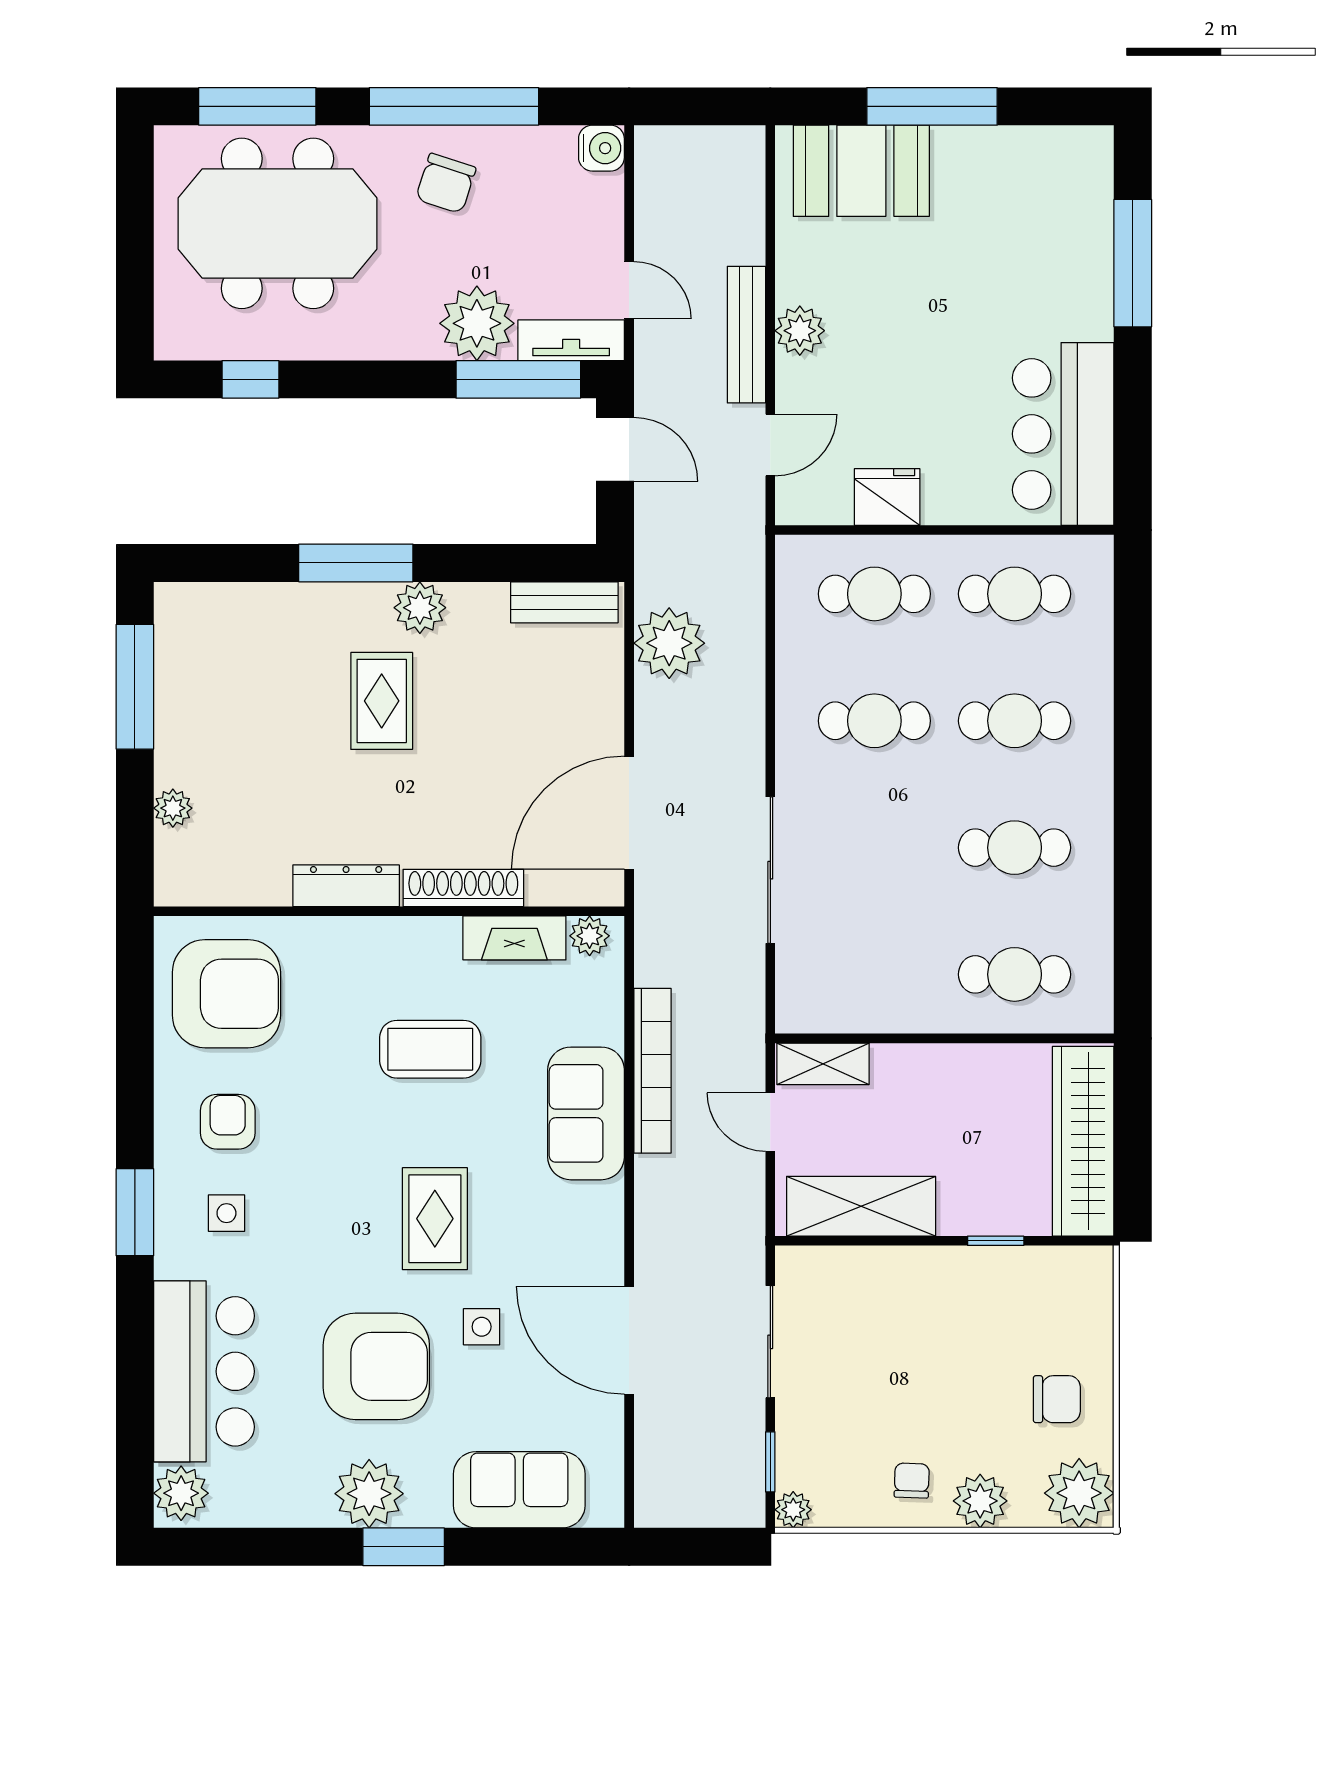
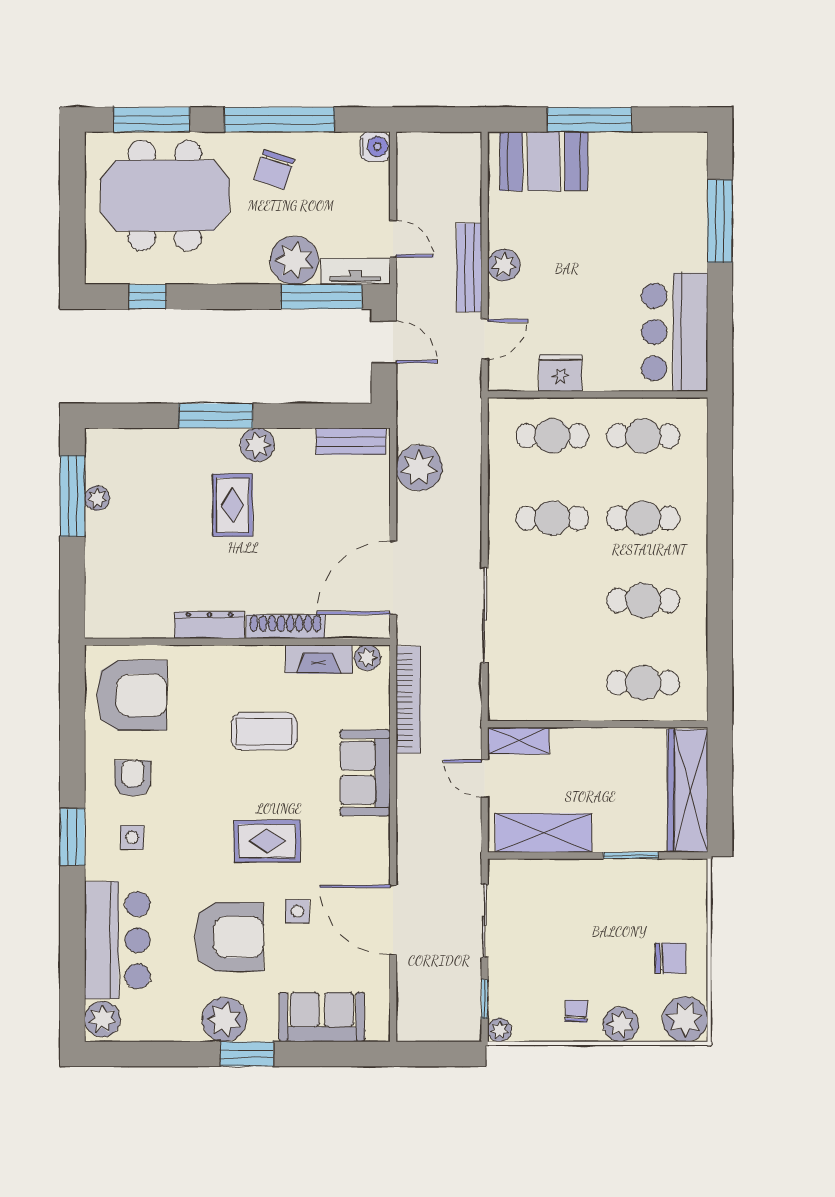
plant: (173, 808) -> (97, 498), moved
bookcase: (652, 1071) -> (408, 700), moved
rug: (435, 1219) -> (267, 841), turned 90
window: (996, 1241) -> (631, 855), width x1.50

